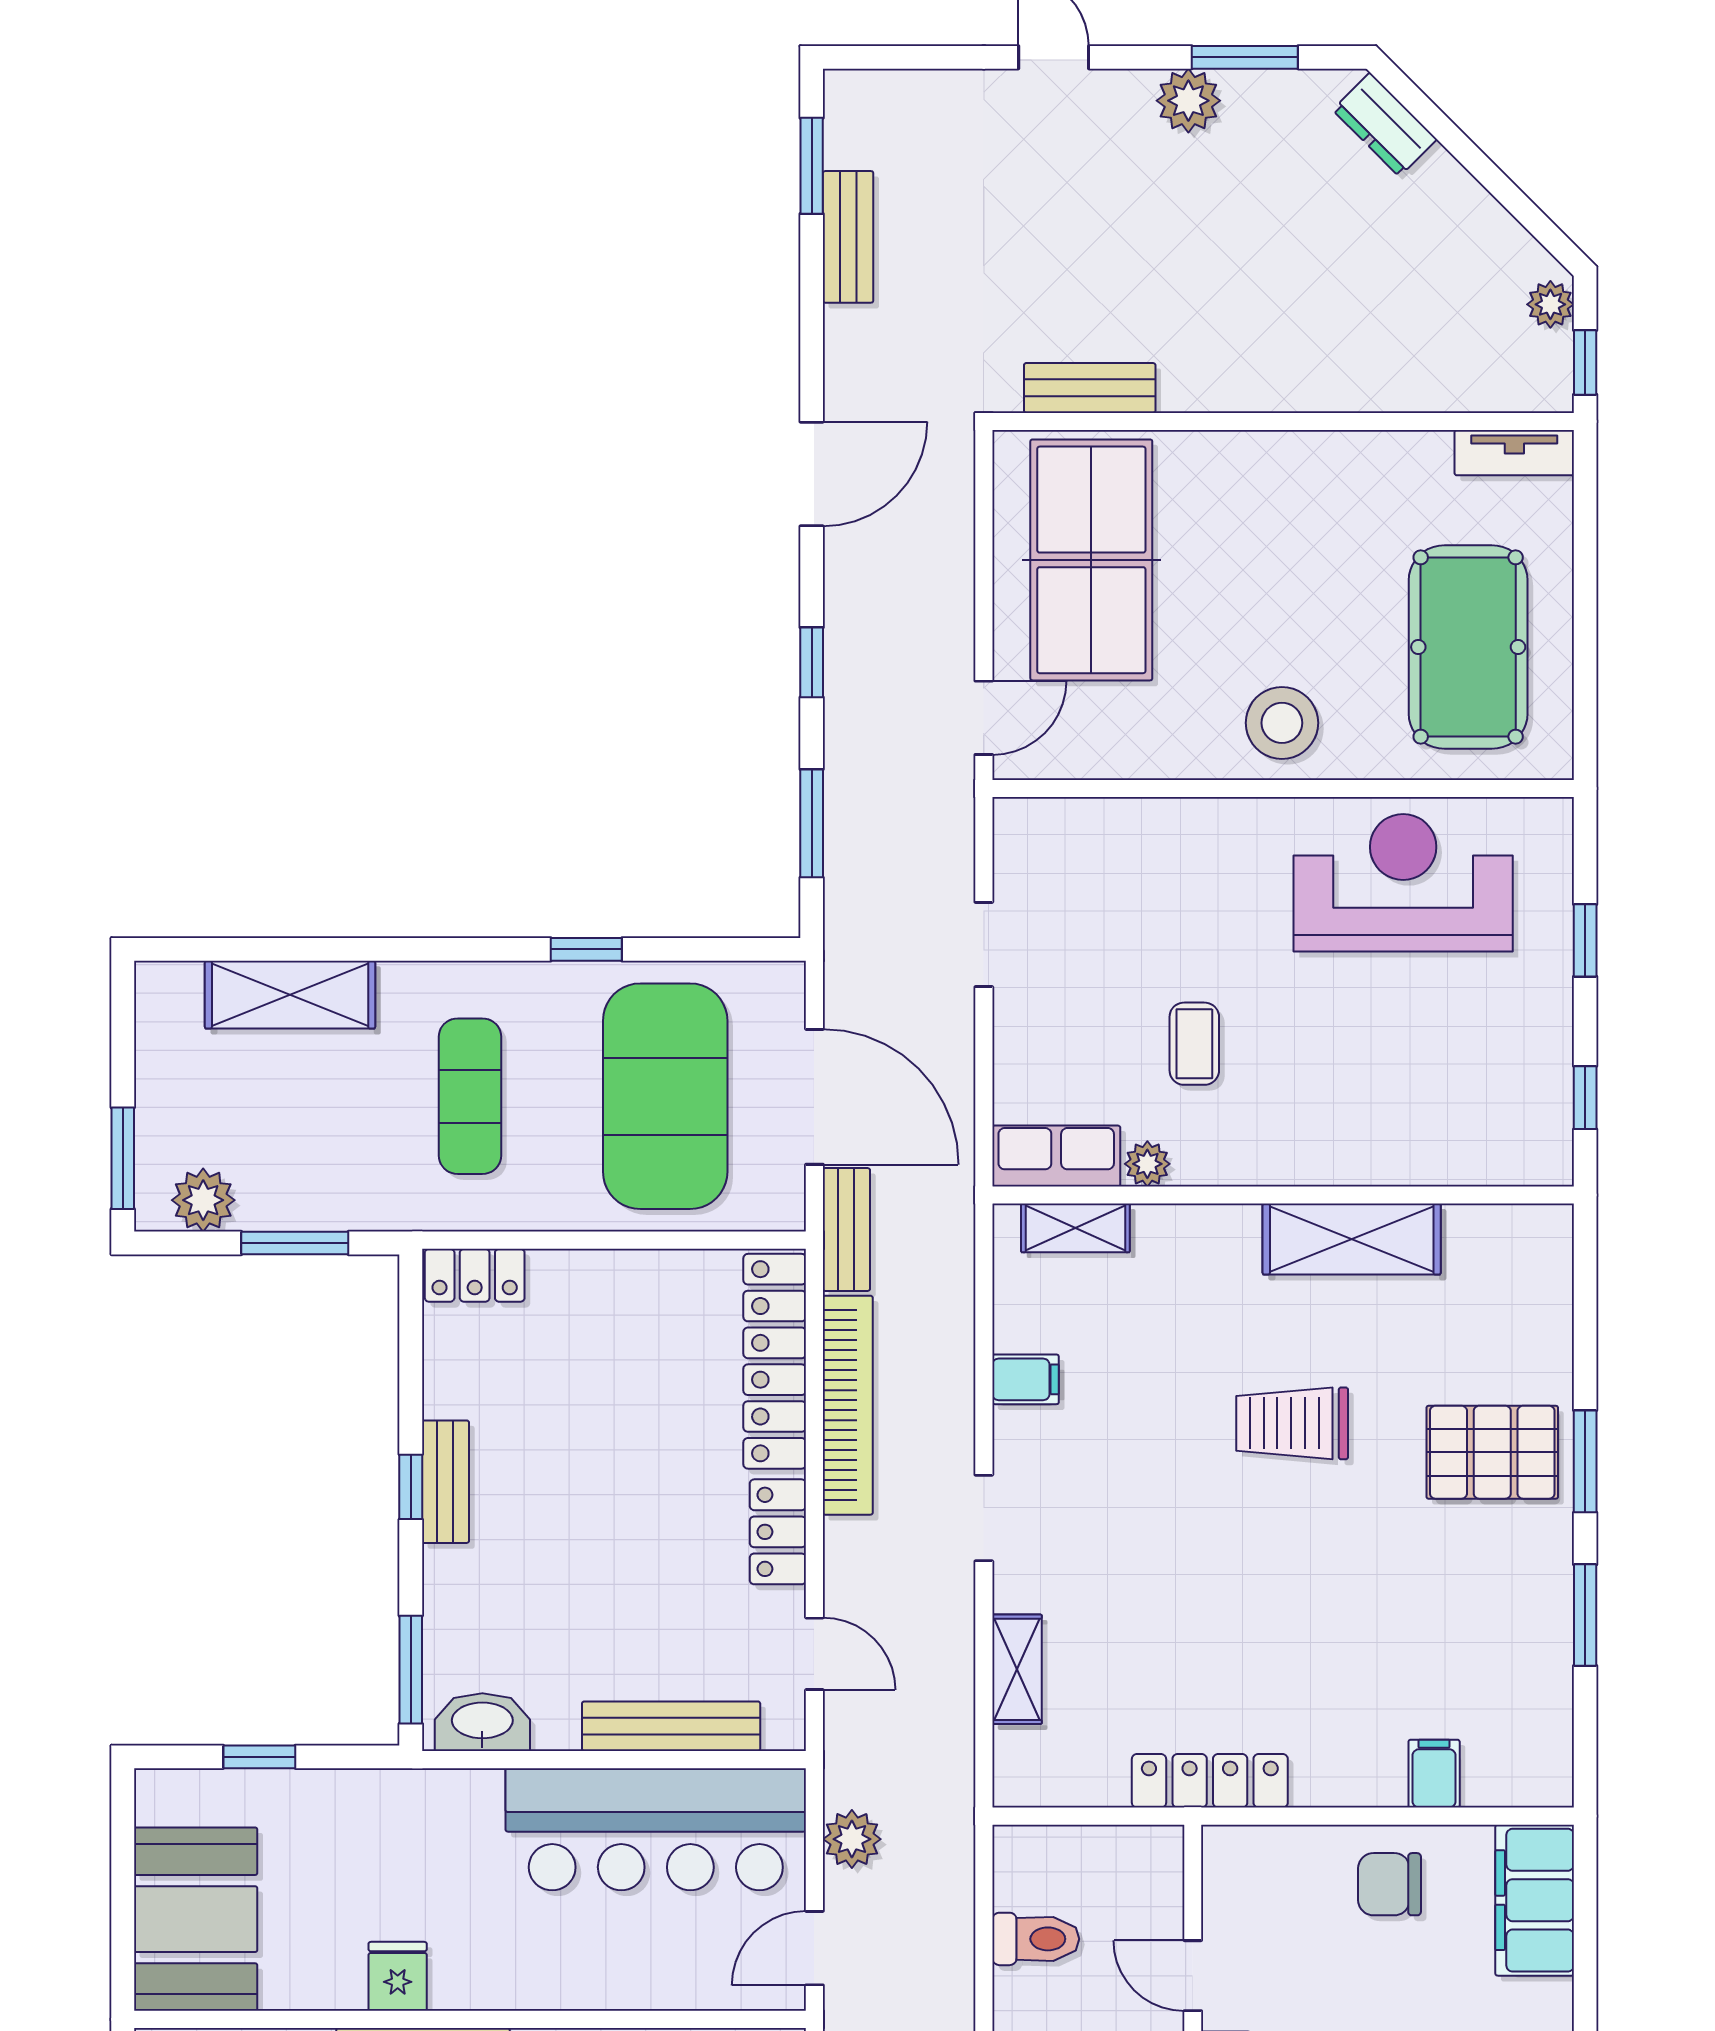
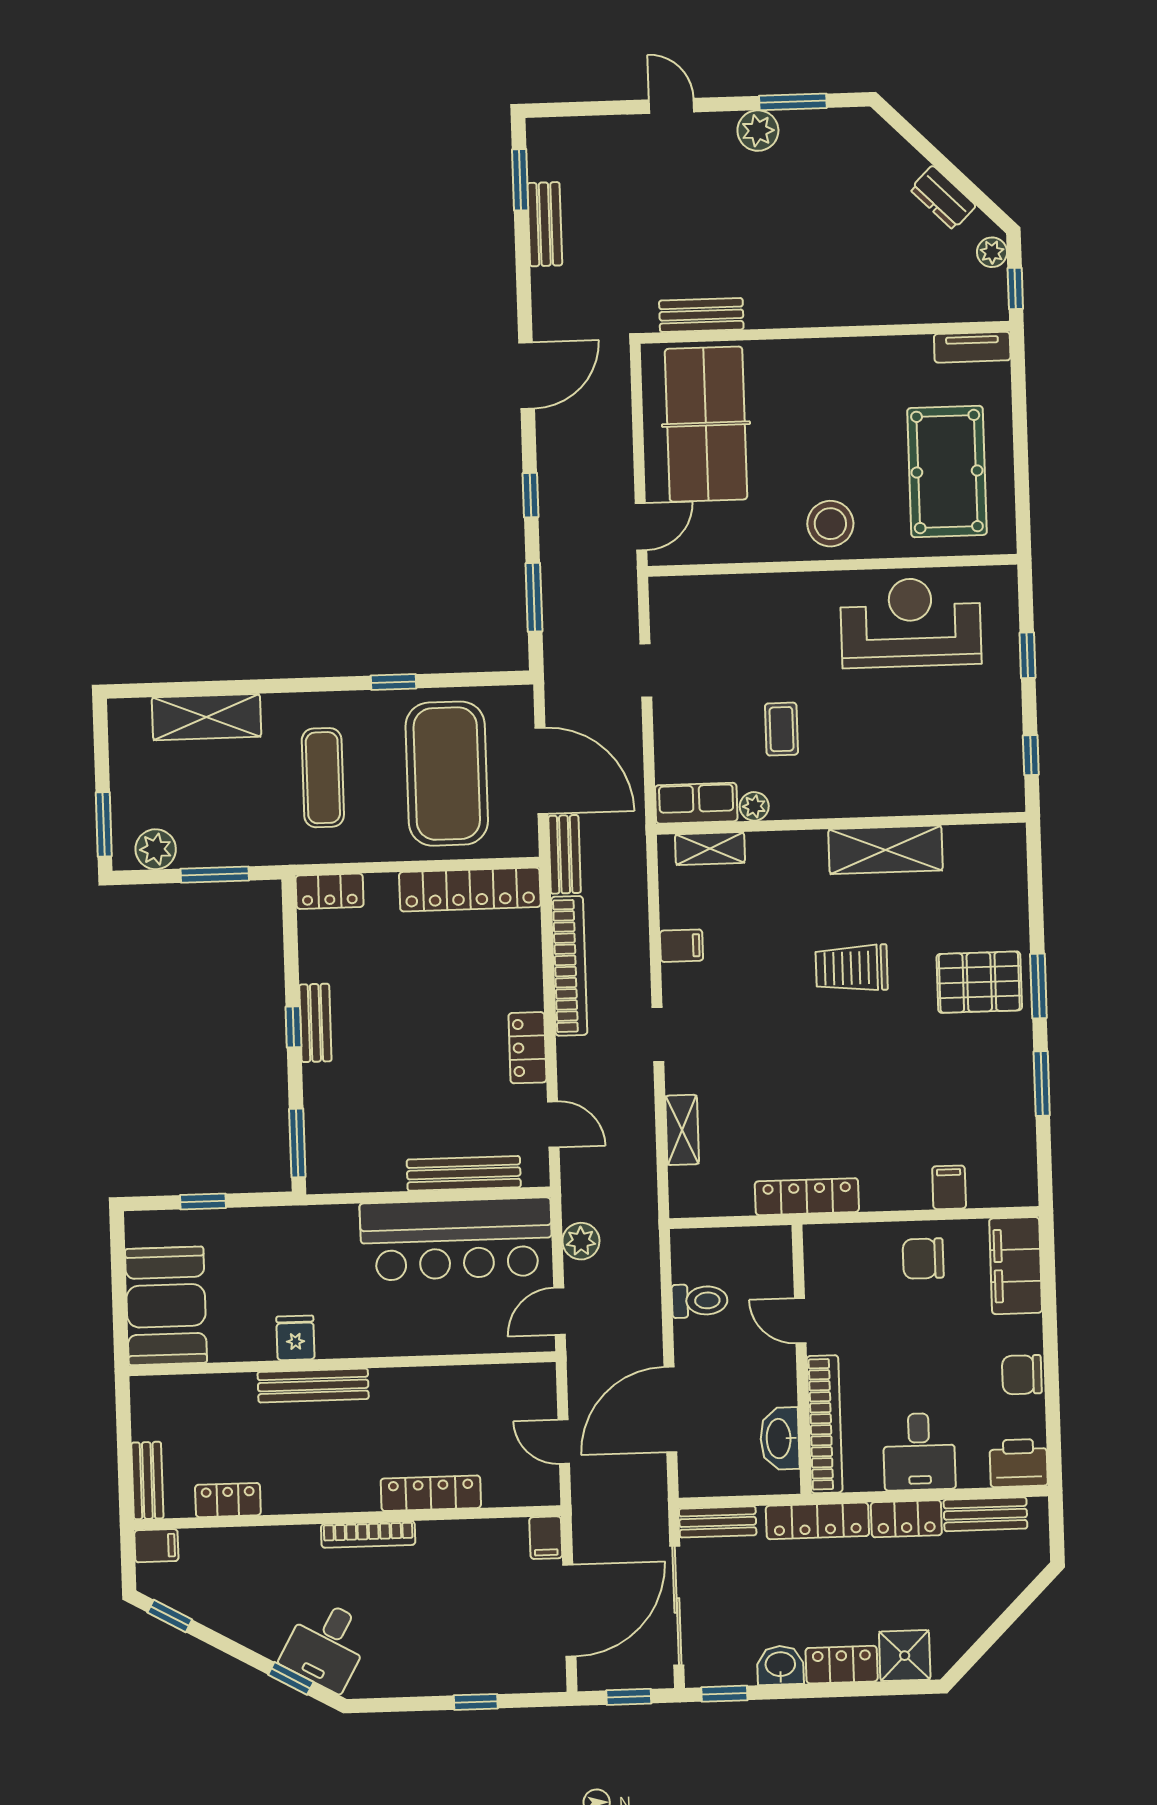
dresser: (1385, 125) -> (943, 198), moved
locker: (775, 1361) -> (470, 890), moved, turned -90
washbasin: (482, 1722) -> (344, 1175), removed

